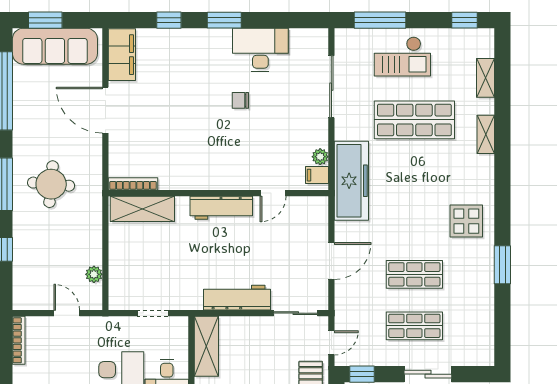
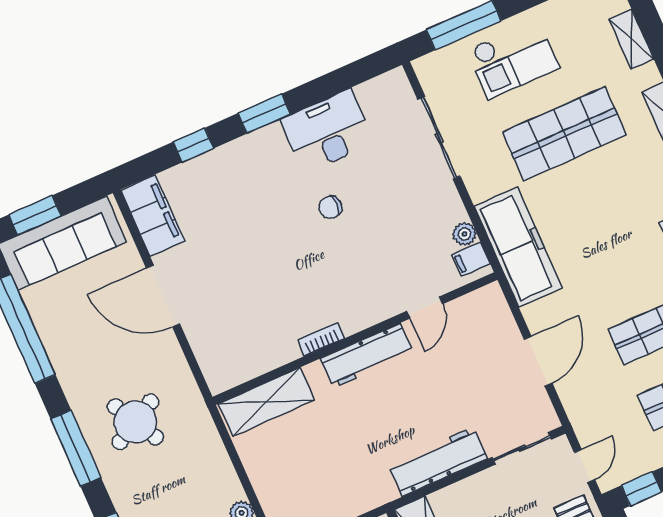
round table: (51, 184) -> (135, 422), turned -34
bookcase: (133, 184) -> (321, 339), moved, width x0.64

